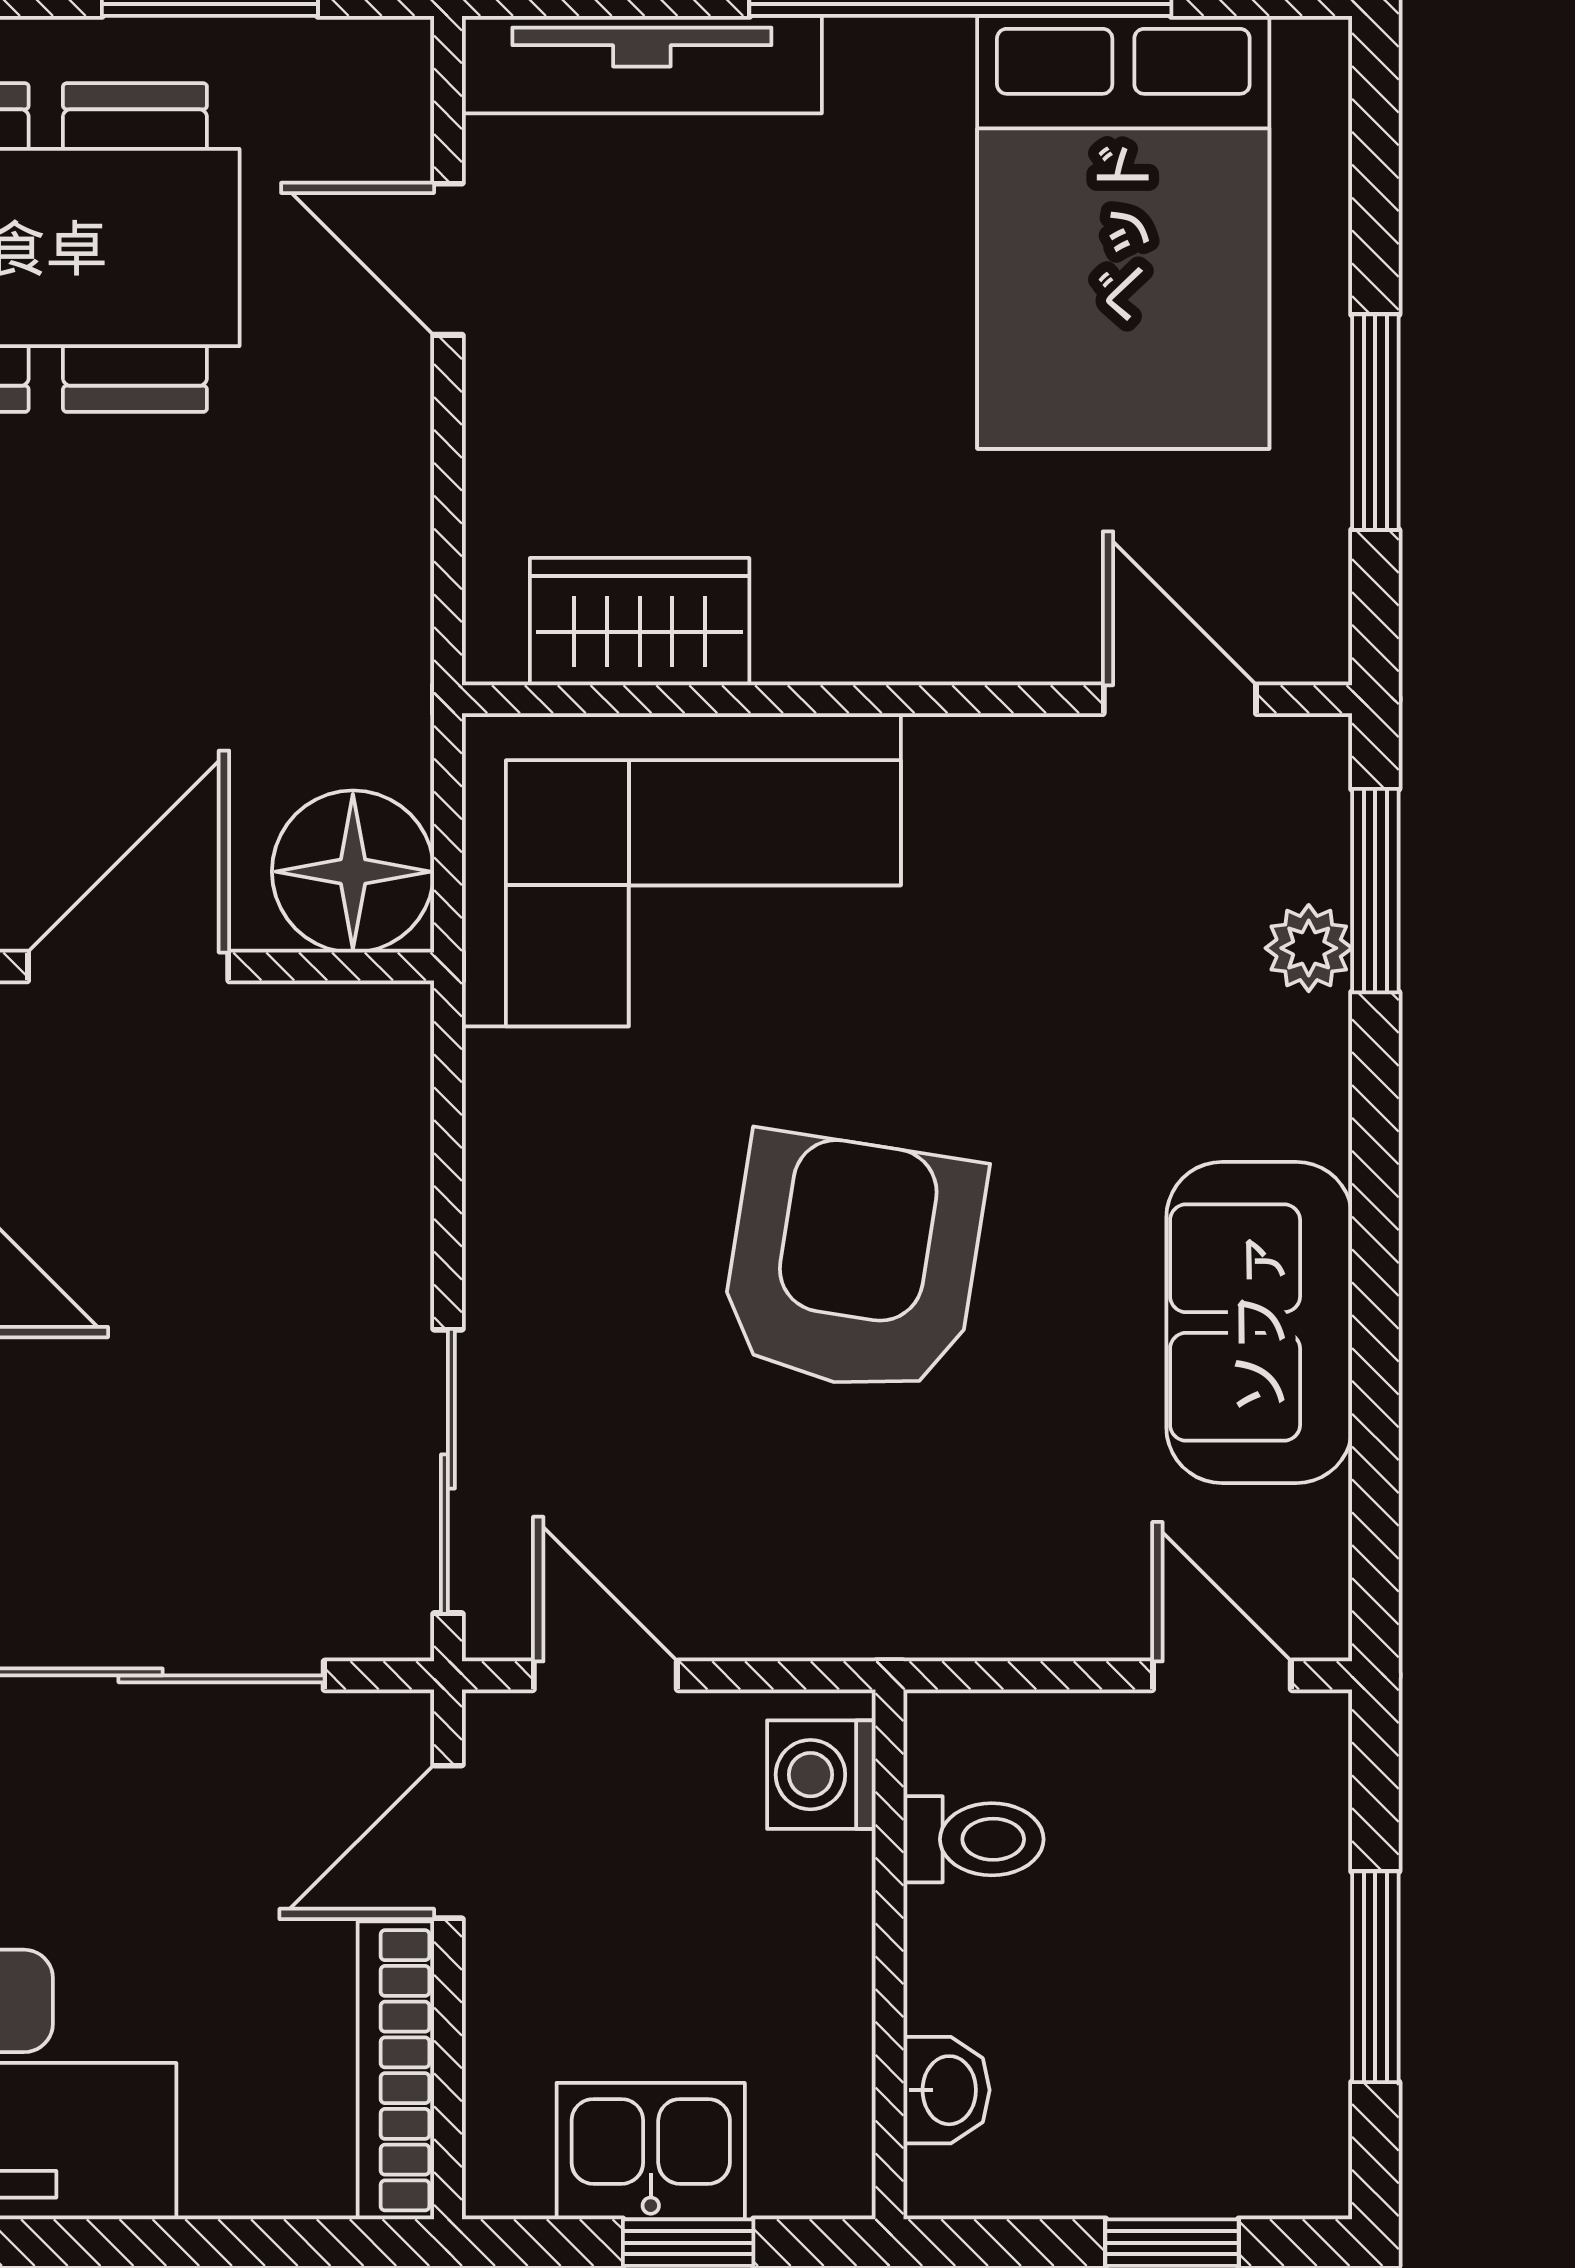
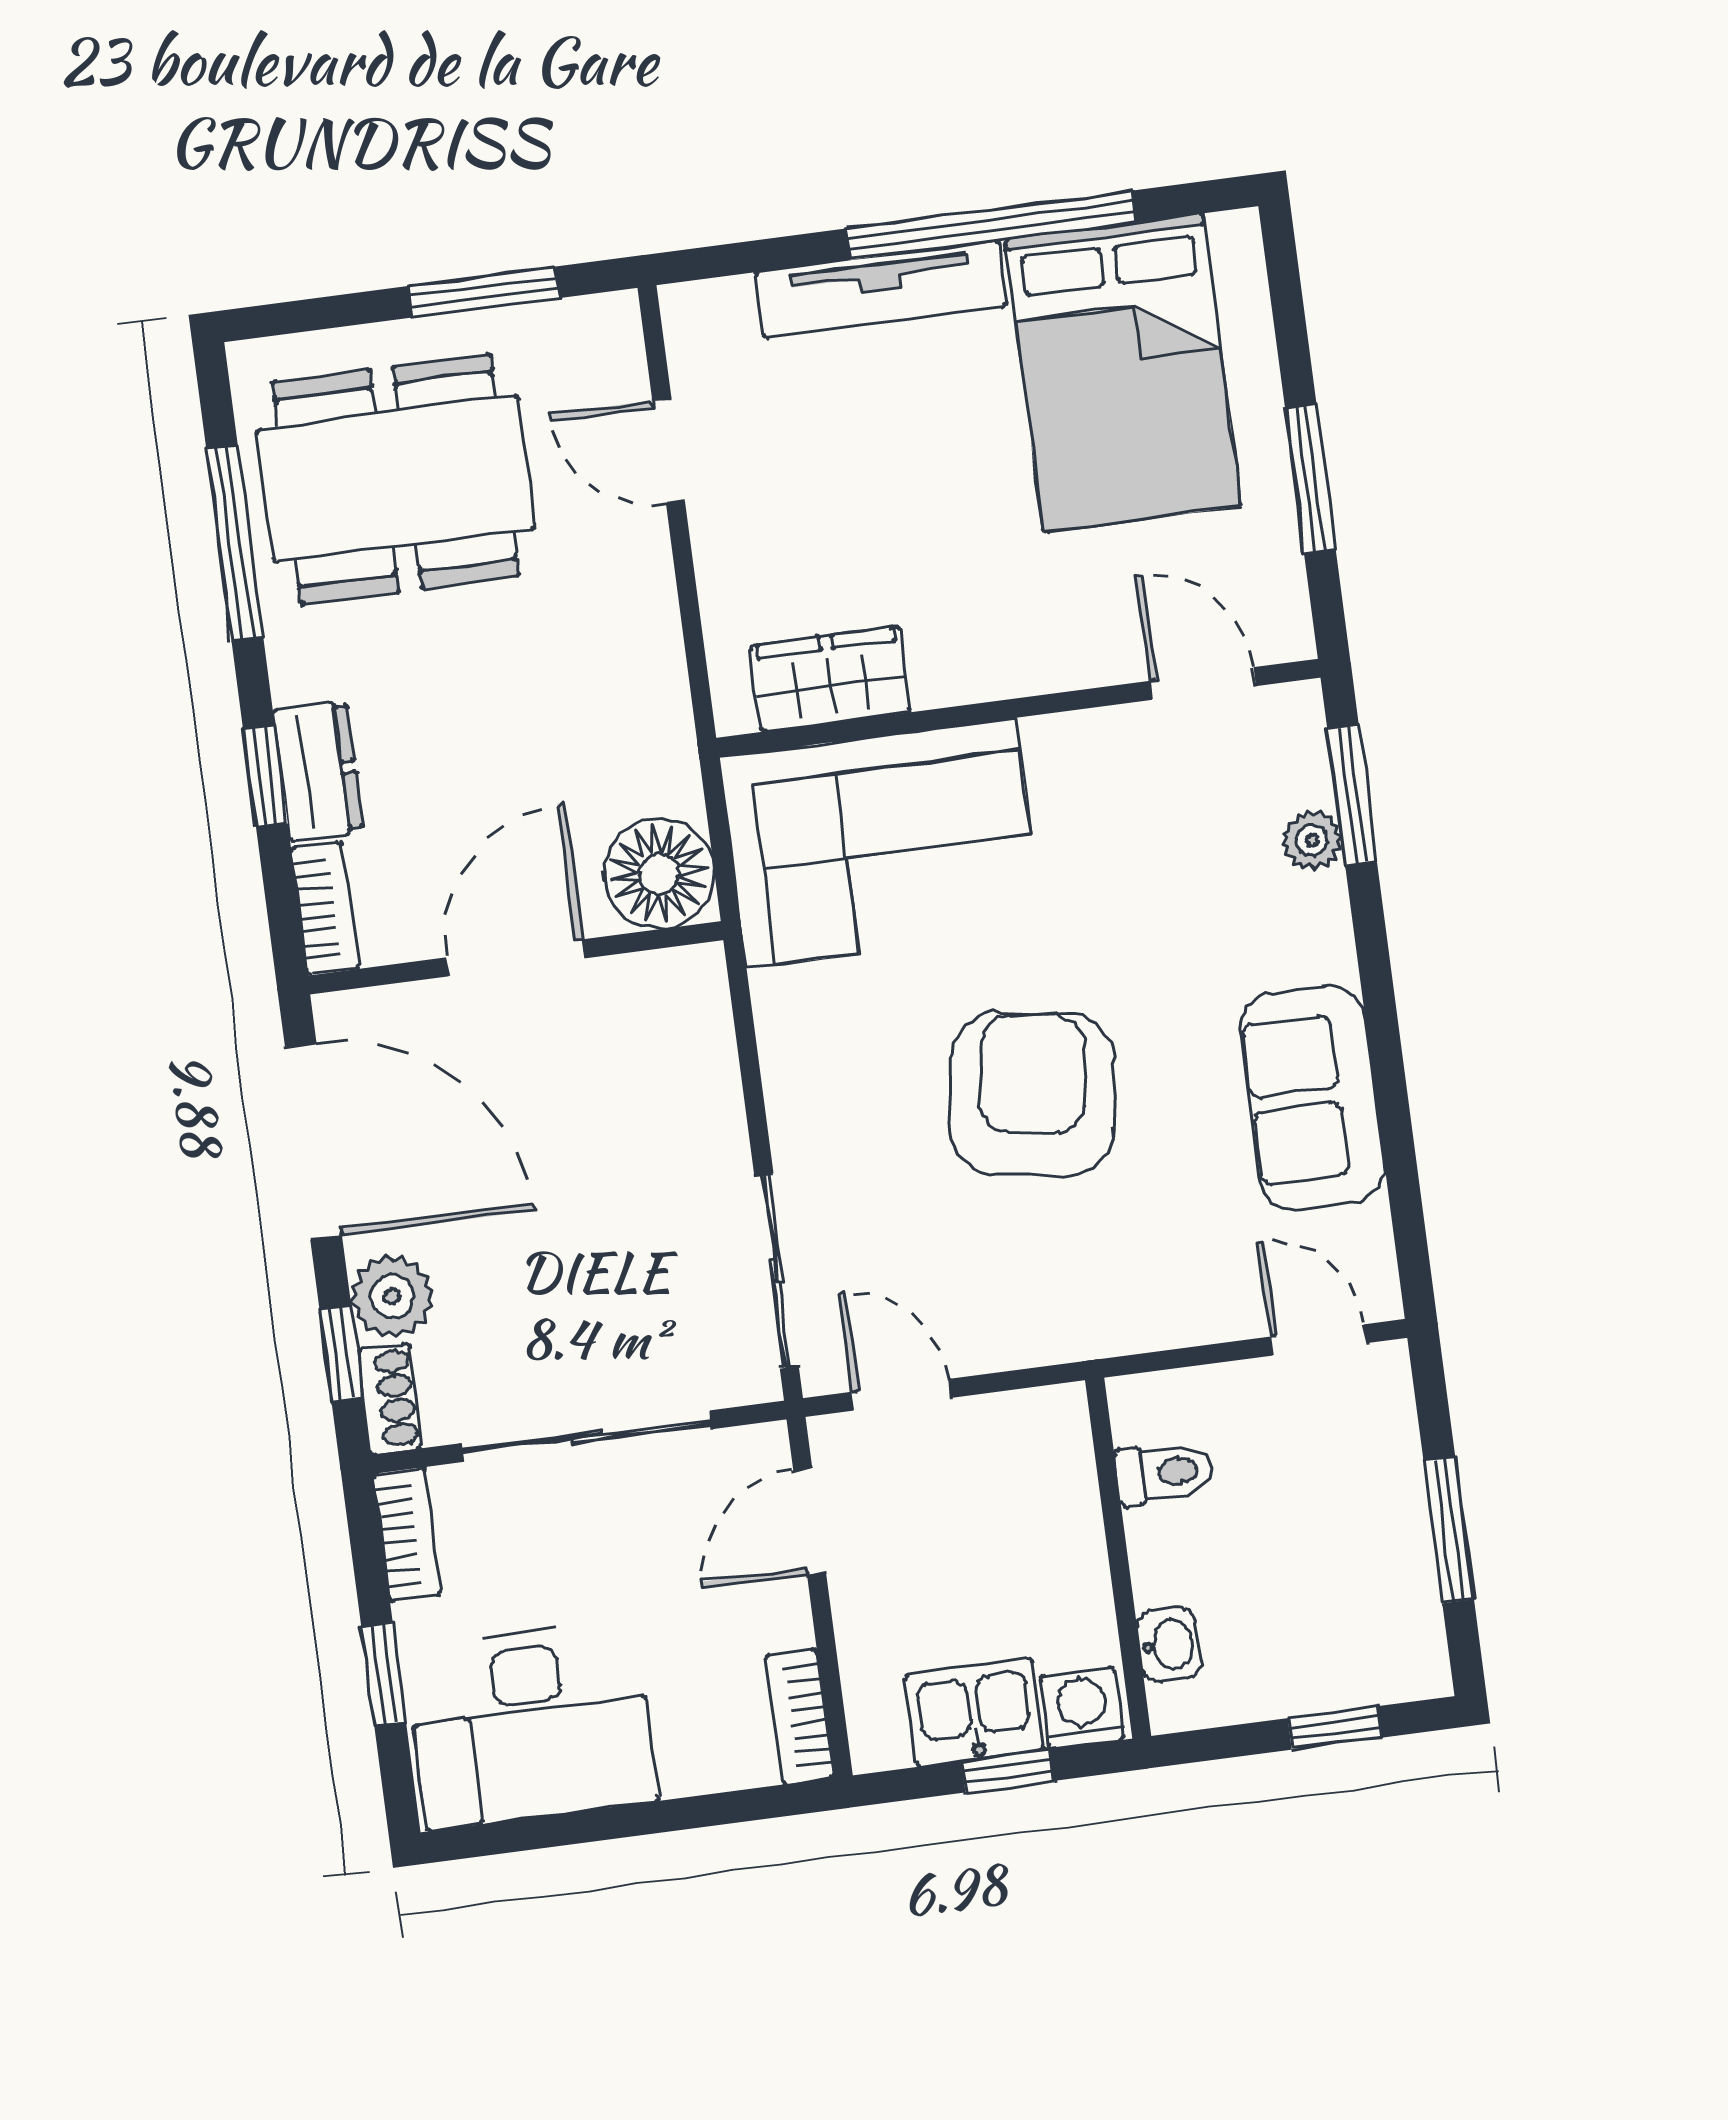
tv unit: (642, 65) -> (881, 289), moved
washing machine: (821, 1775) -> (1082, 1708), moved, turned 90
bookcase: (396, 2070) -> (799, 1717), width x0.64

